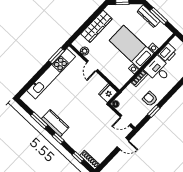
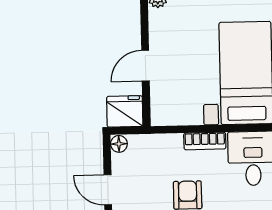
door: (92, 66) -> (145, 66), moved

